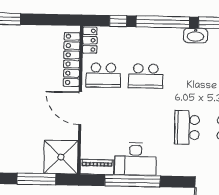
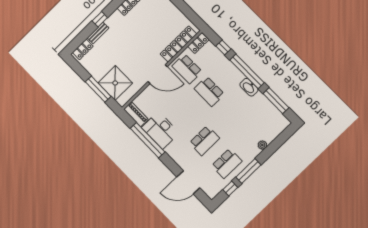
washbasin: (196, 35) -> (249, 87), moved
door: (80, 108) -> (158, 74), swing flipped
school desk: (187, 127) -> (204, 141), turned 180
shower: (61, 157) -> (115, 83), moved

